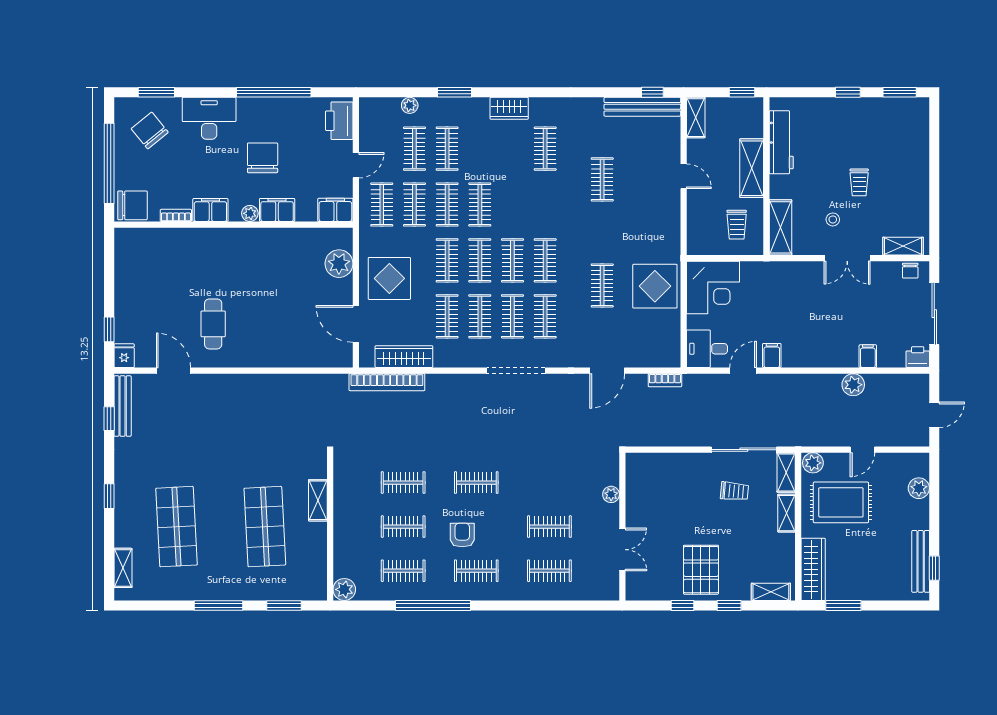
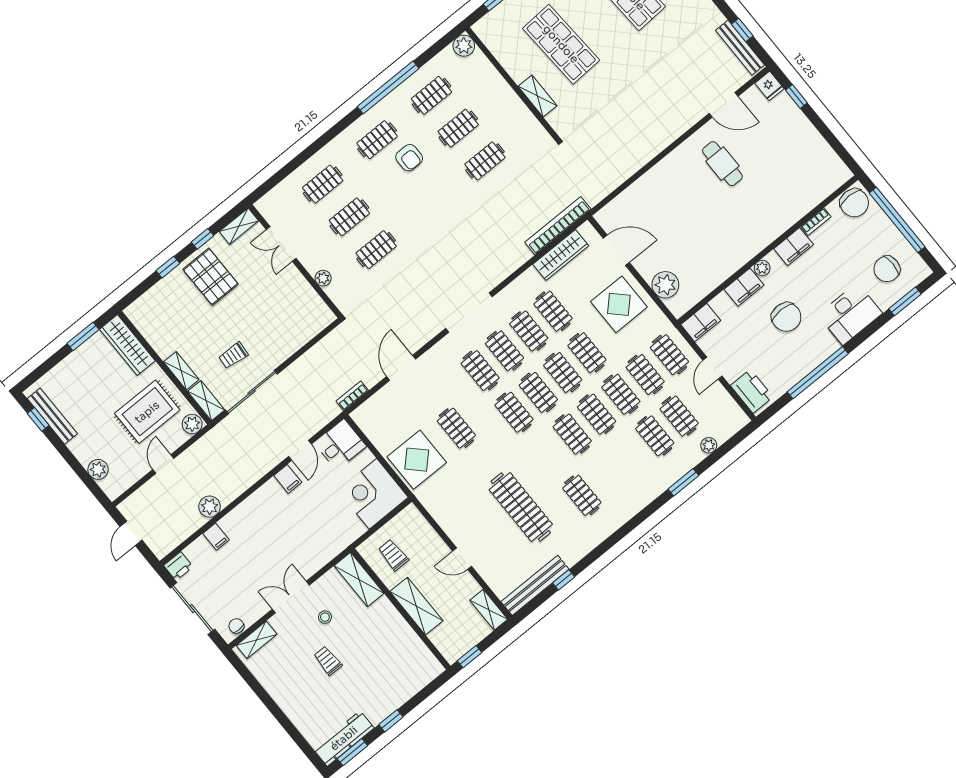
window: (652, 92) -> (564, 580), moved
wardrobe: (509, 108) -> (633, 504), removed
chair: (150, 131) -> (887, 269), turned 129
workbench: (781, 142) -> (344, 738), moved, turned 90
clothes rail: (602, 179) -> (521, 507), width x1.86, depth x1.31
chair: (132, 205) -> (854, 203), turned -90
clothes rail: (512, 205) -> (572, 434), added
clothes rail: (476, 483) -> (376, 250), moved
shelving: (771, 592) -> (239, 226), moved

